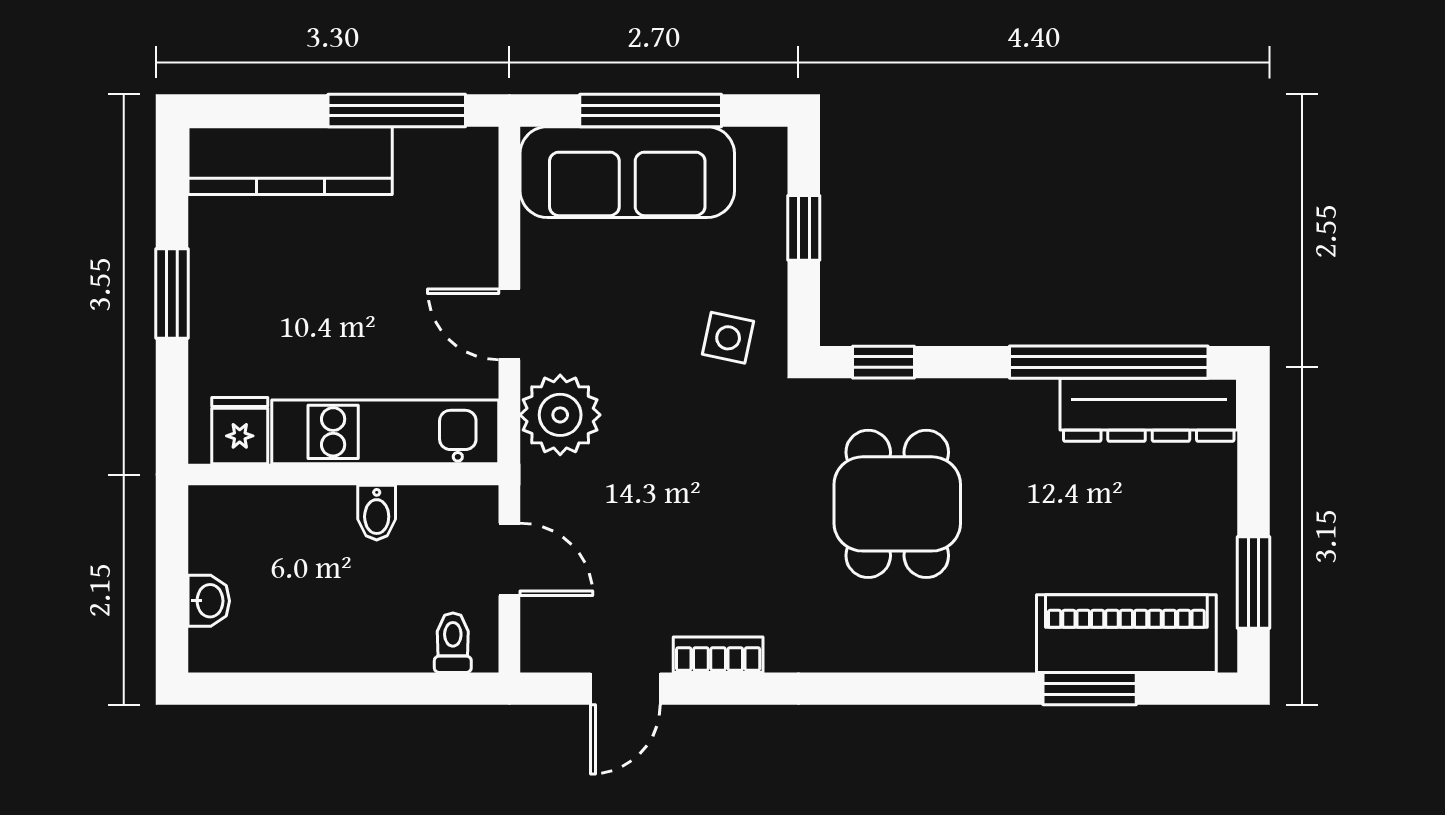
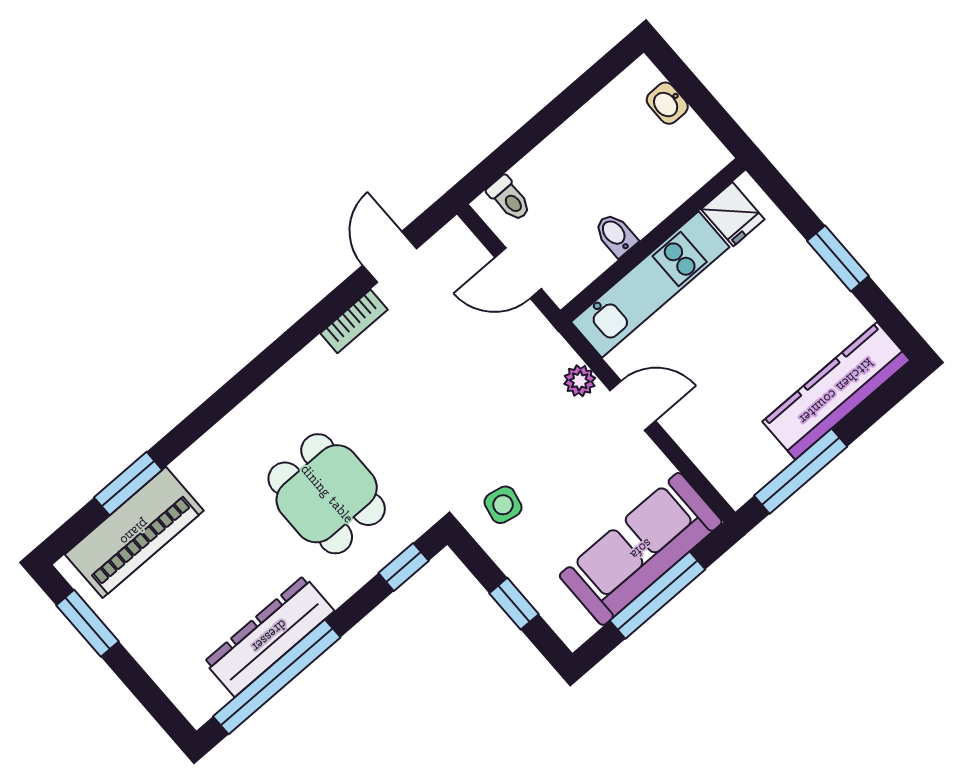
dresser: (1149, 410) -> (269, 636), moved
plant: (560, 415) -> (580, 381), width x0.53, depth x0.53

